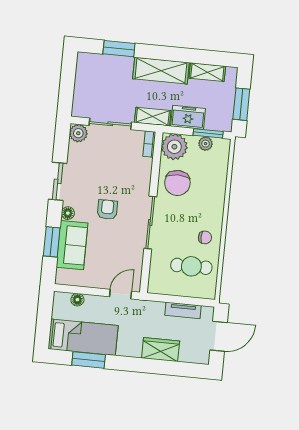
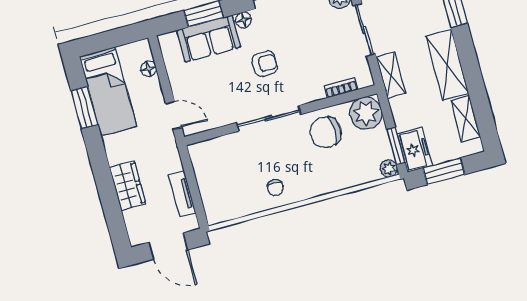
freezer: (188, 117) -> (415, 150), moved
bookcase: (149, 144) -> (341, 88), moved
plant: (206, 144) -> (389, 169), moved
cafe table: (191, 266) -> (236, 185), removed

